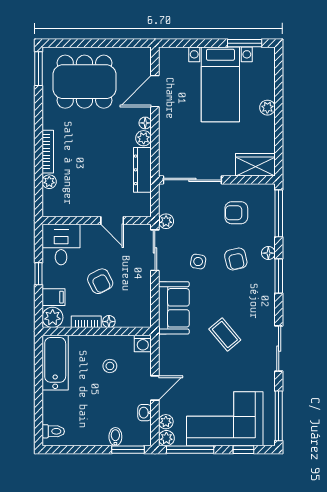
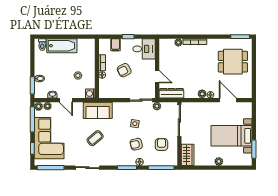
dining table: (84, 82) -> (233, 62), width x0.73
dresser: (142, 170) -> (171, 93), moved
door: (112, 221) -> (157, 77), swing flipped
sofa: (174, 308) -> (98, 110), moved
plant: (53, 317) -> (104, 44), removed
bathtub: (55, 363) -> (62, 46), moved

